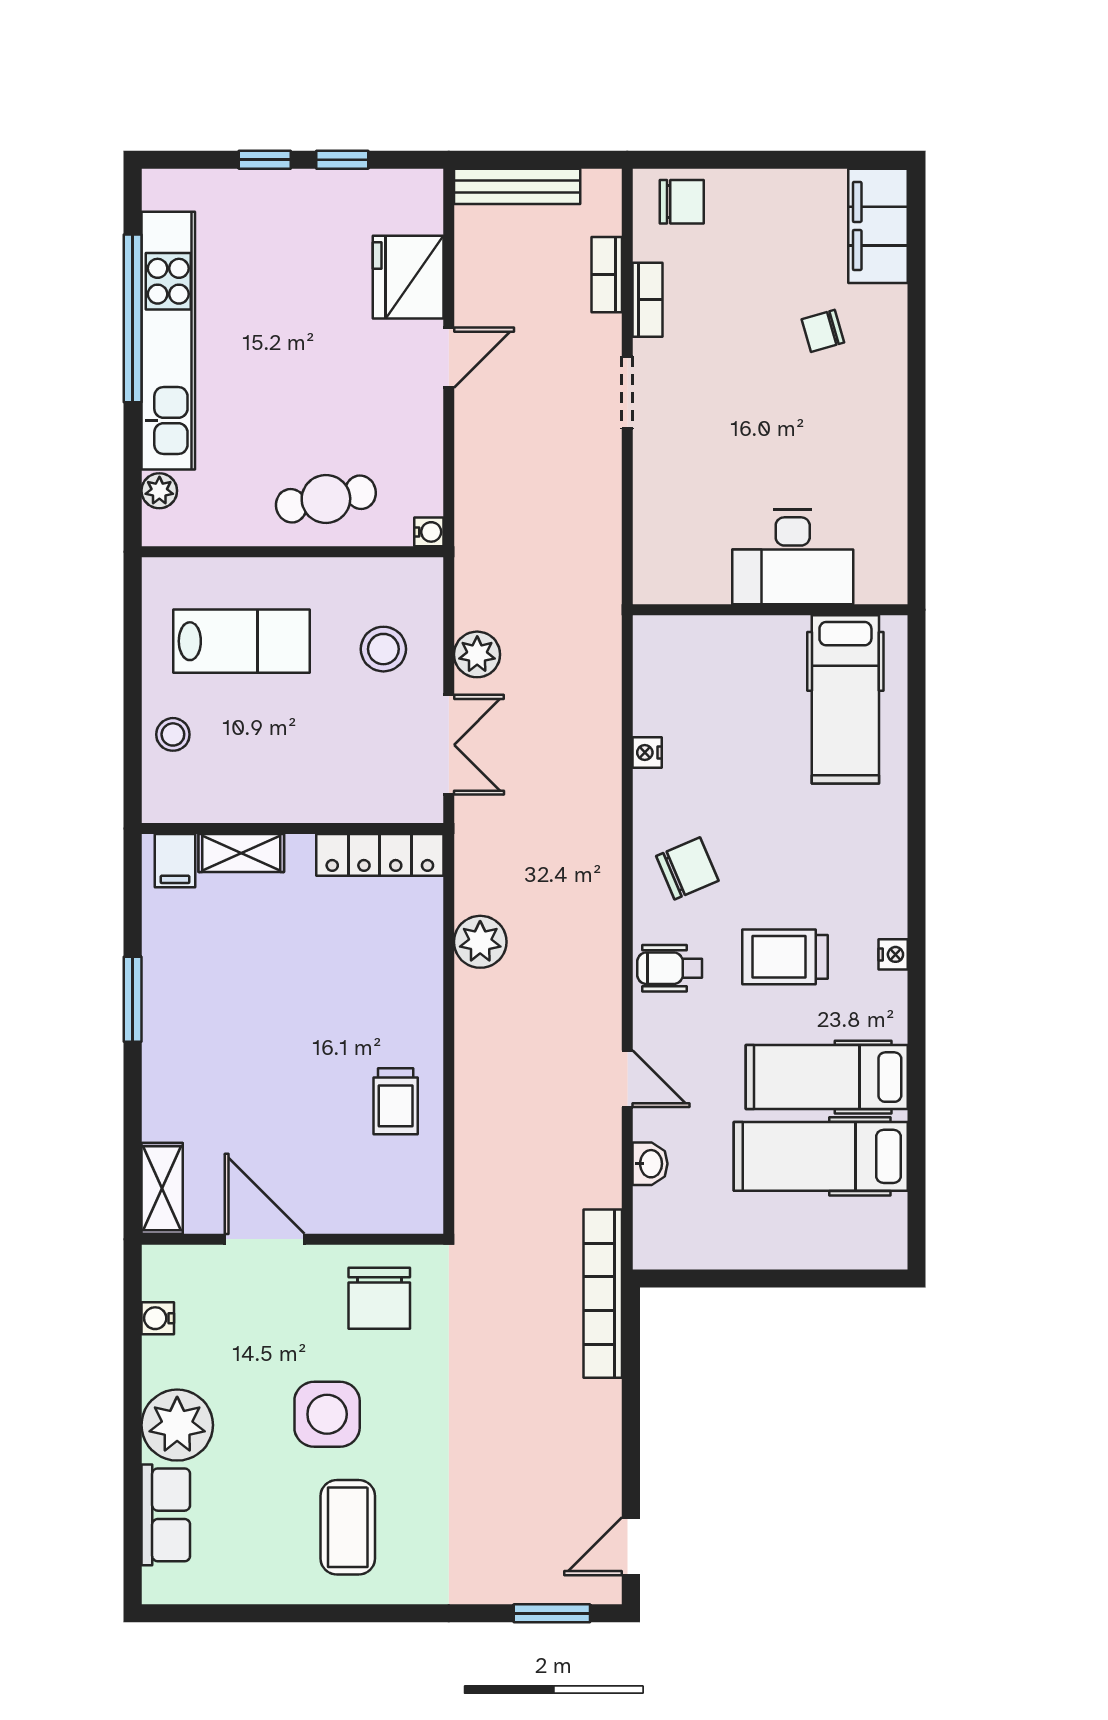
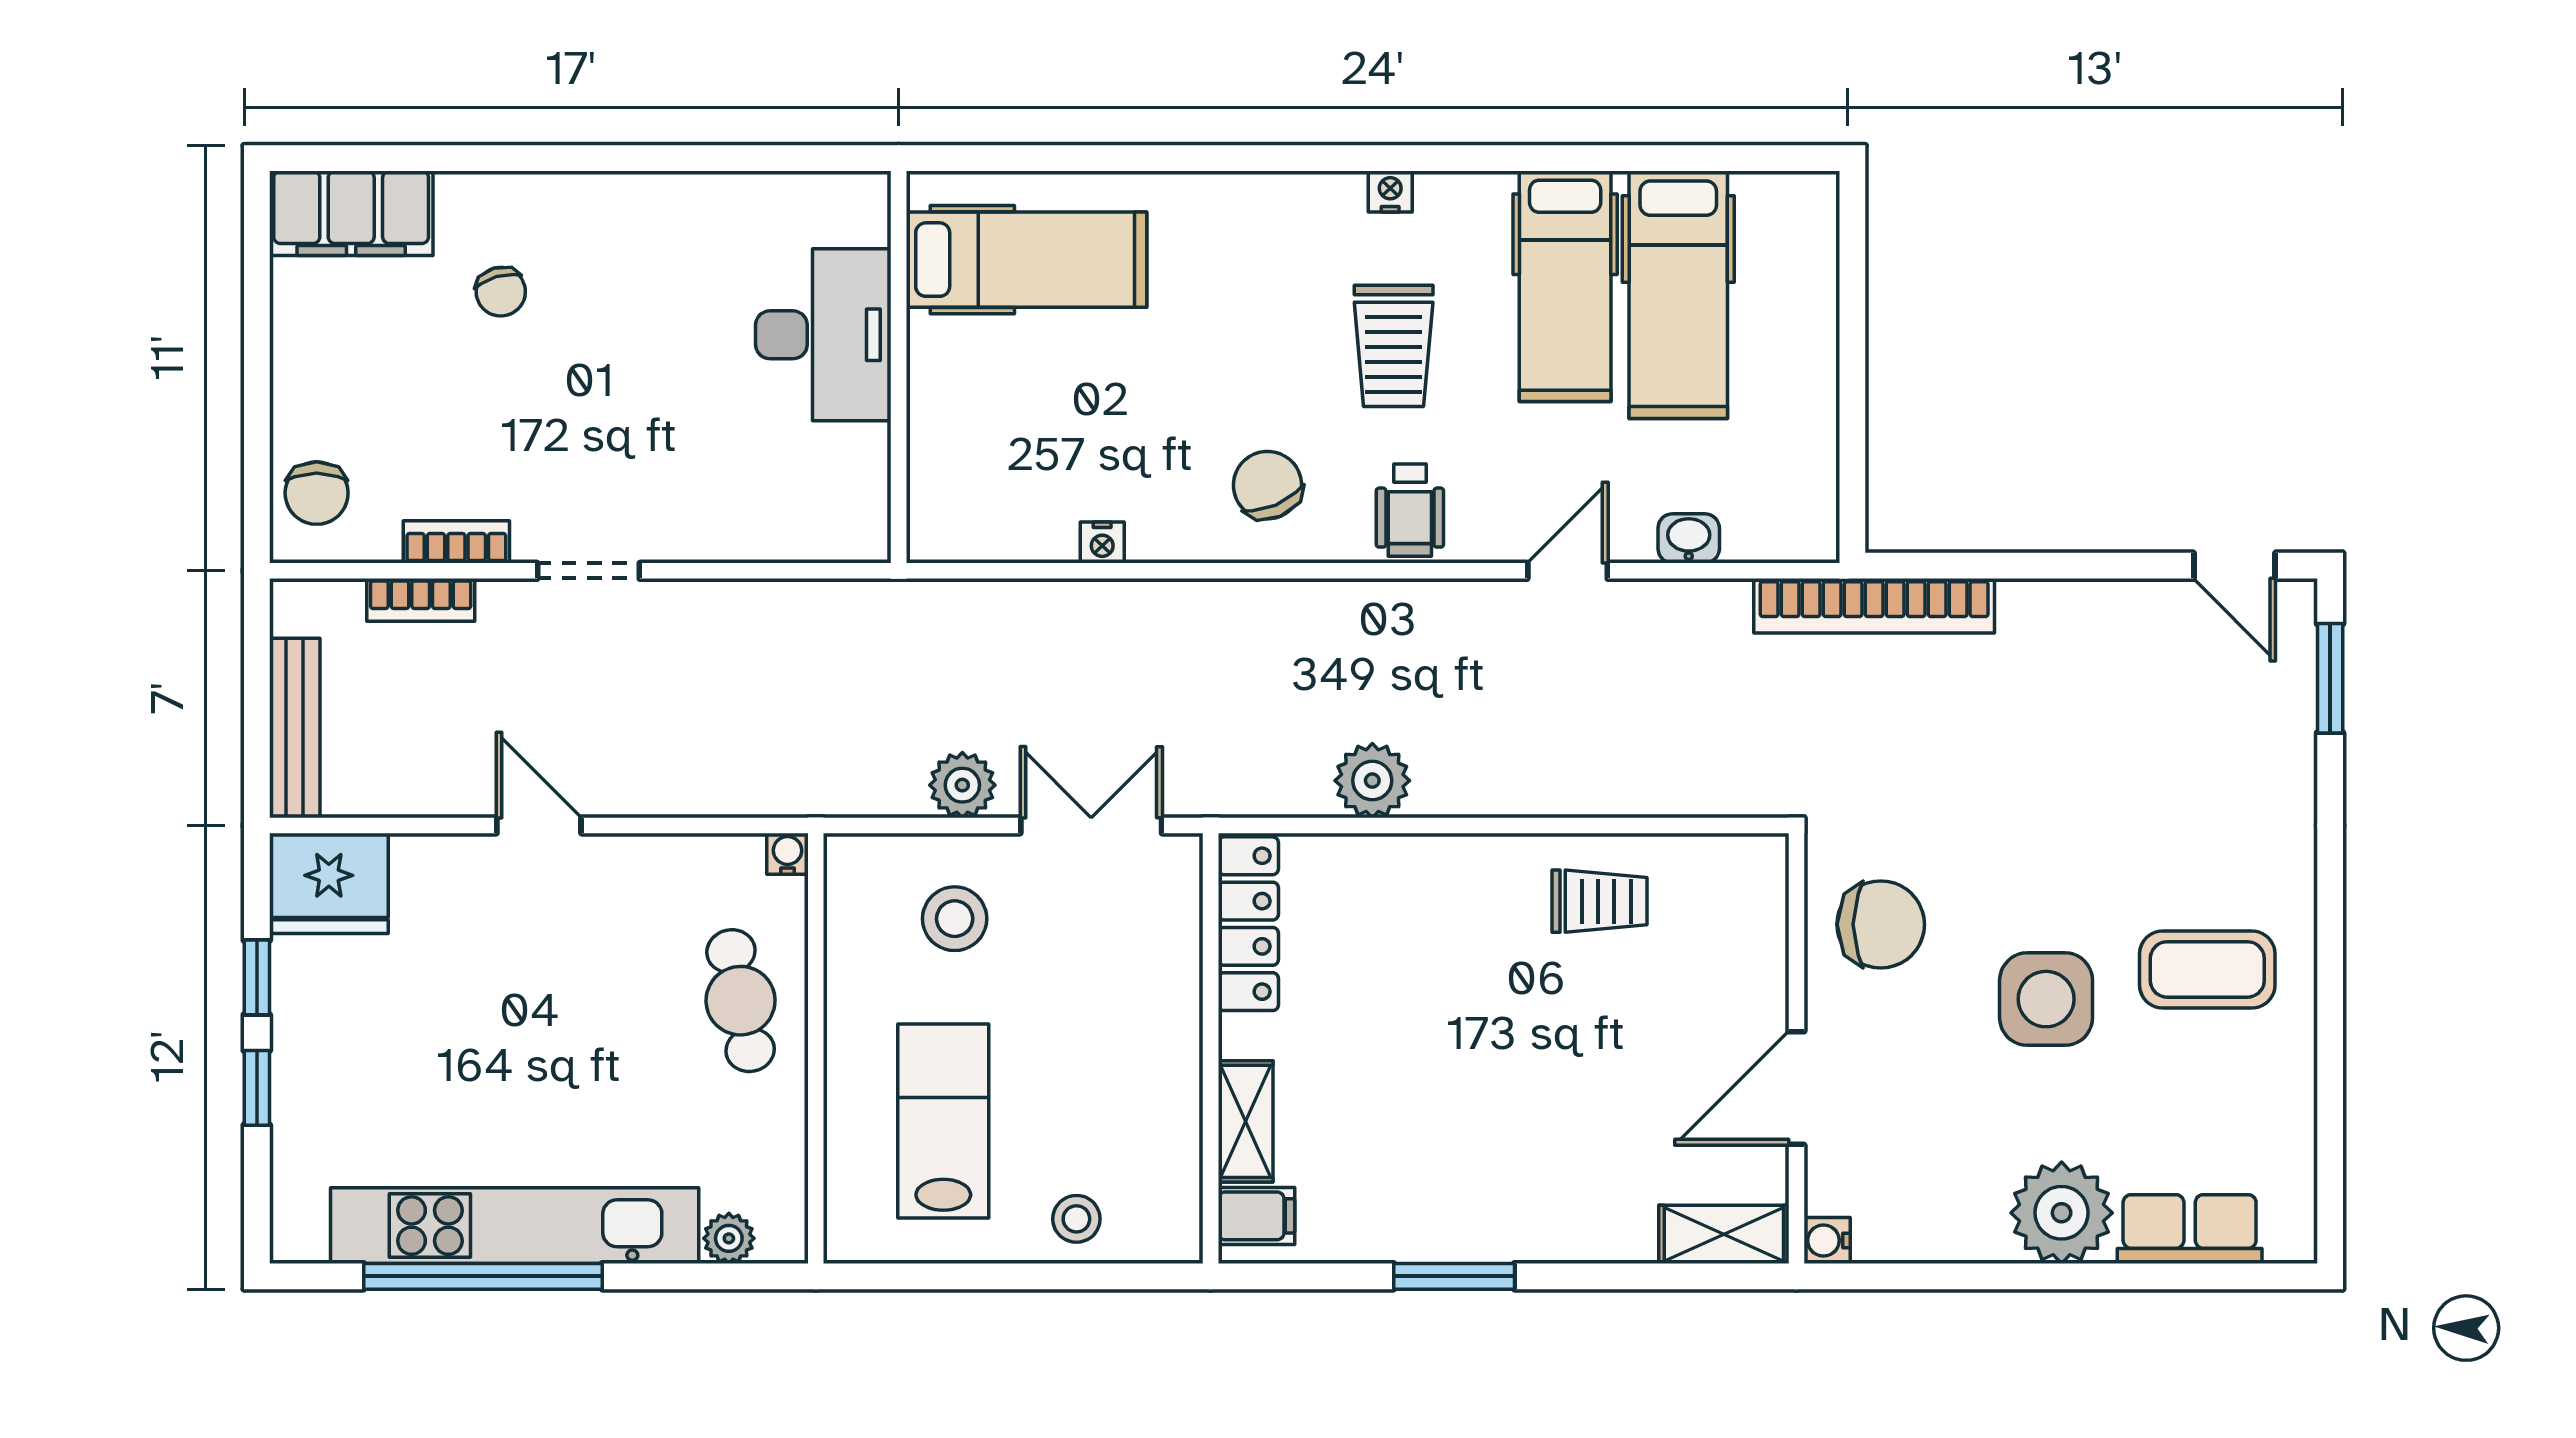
chair: (682, 202) -> (317, 493), turned 180
fridge: (408, 277) -> (329, 883), moved
water cooler: (158, 1318) -> (1827, 1240), moved, turned 90

